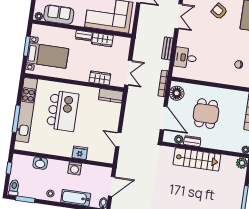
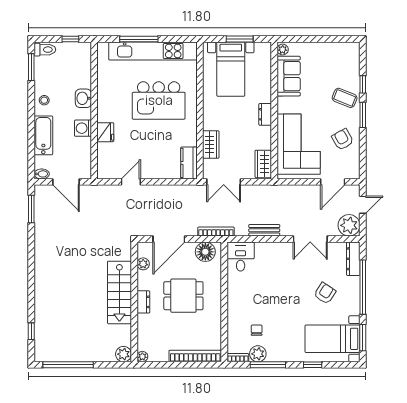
wardrobe: (102, 40) -> (263, 164), moved
desk: (185, 58) -> (241, 257), moved
dresser: (192, 141) -> (143, 302), moved
washbasin: (40, 163) -> (83, 98), moved

